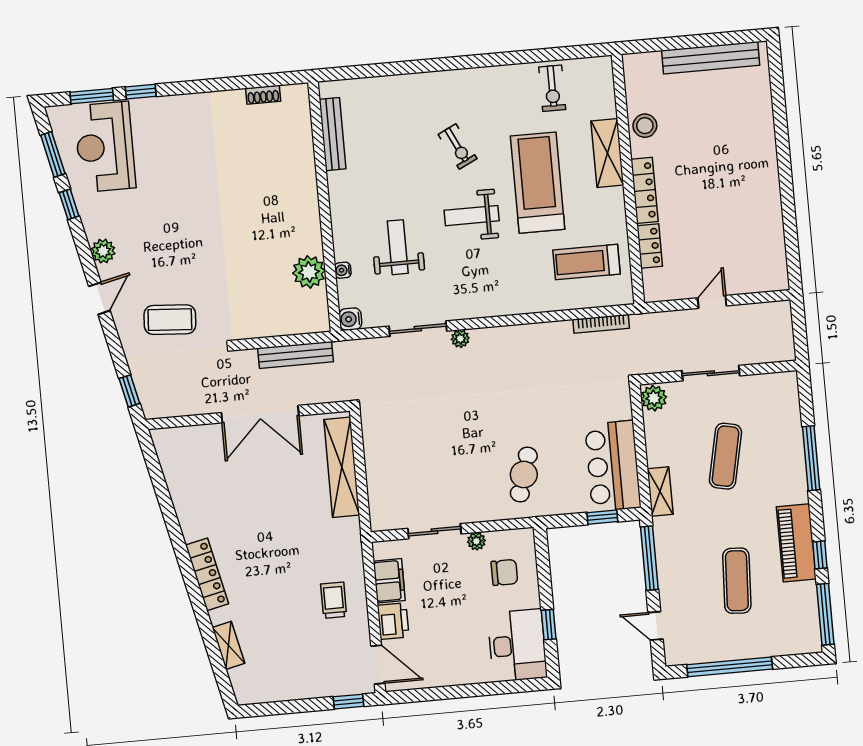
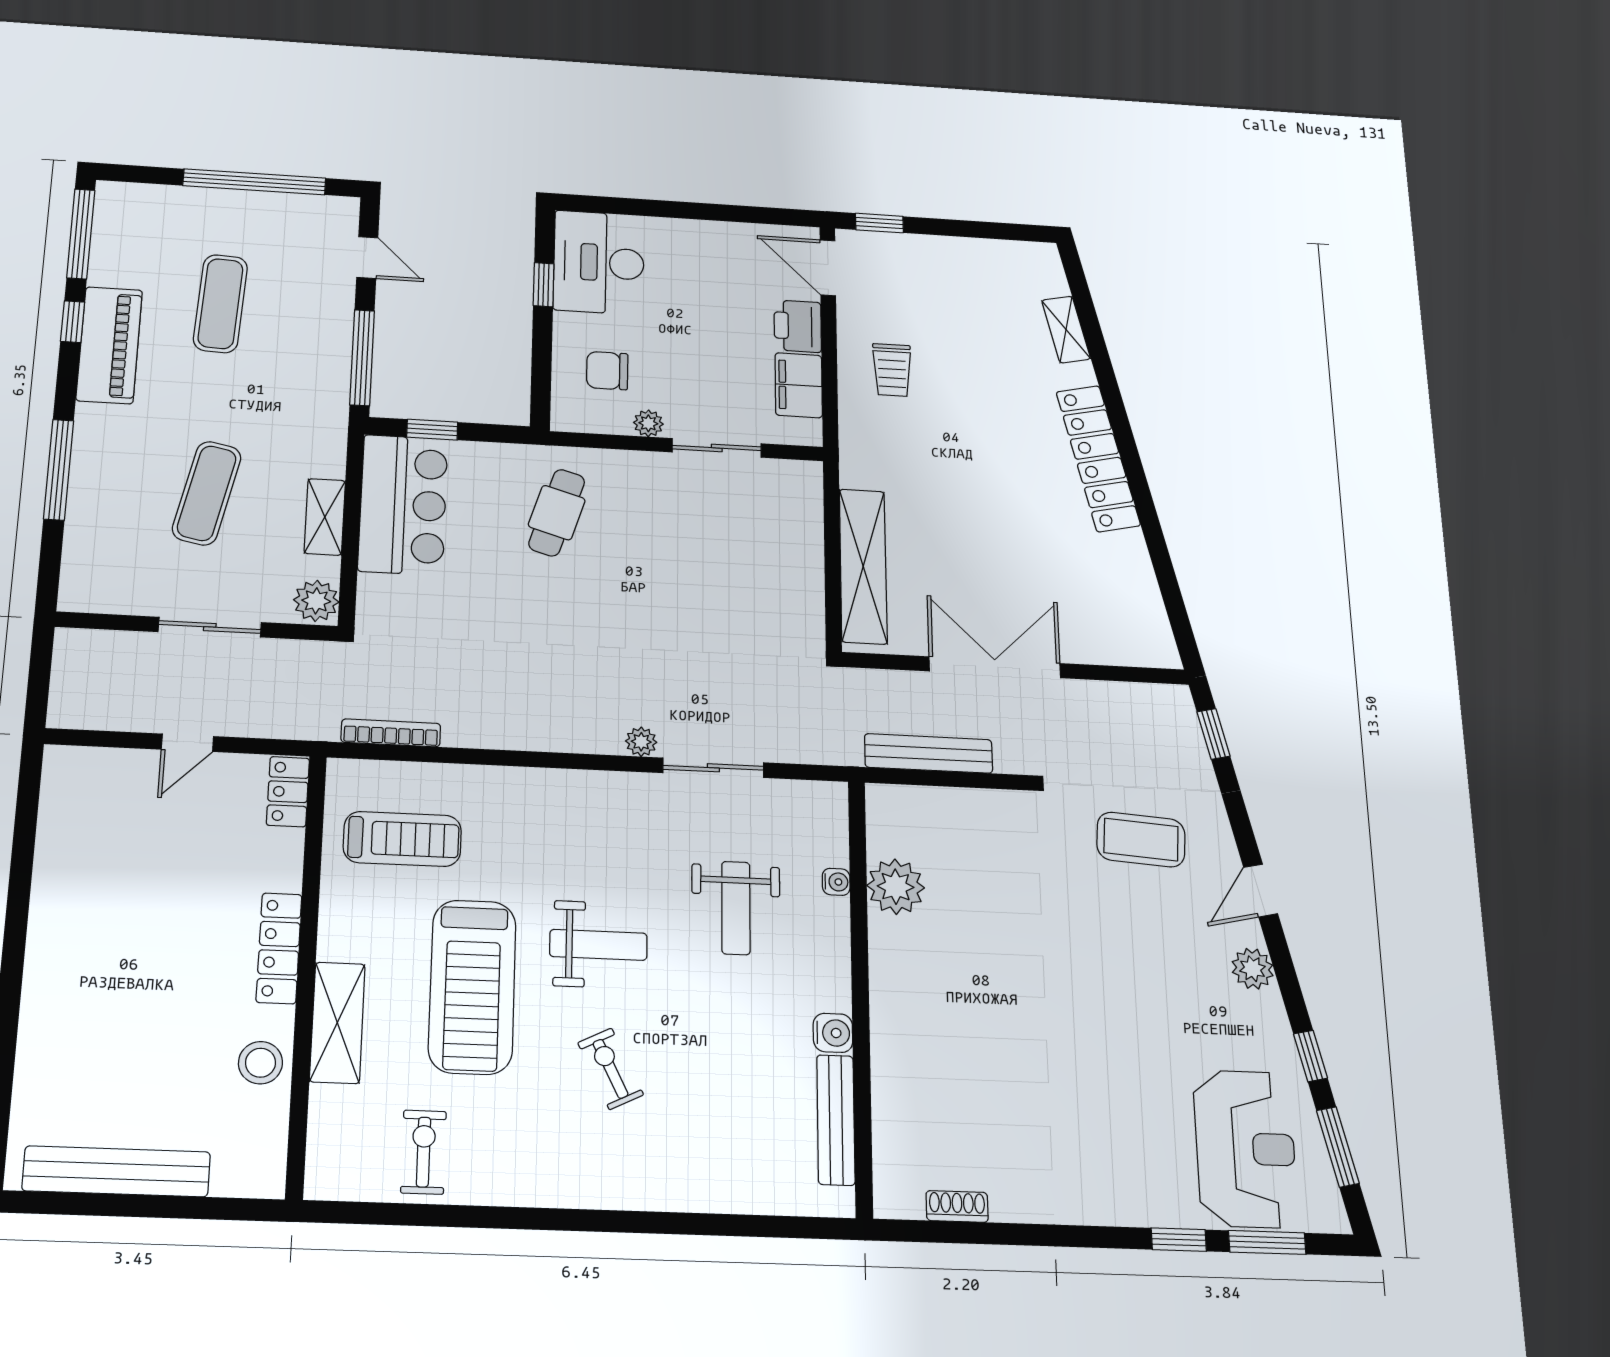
locker: (650, 246) -> (288, 792), moved
water cooler: (350, 319) -> (833, 1033), moved
shelving: (660, 492) -> (325, 517), moved
locker: (207, 574) -> (1098, 458), width x1.41, depth x1.21

